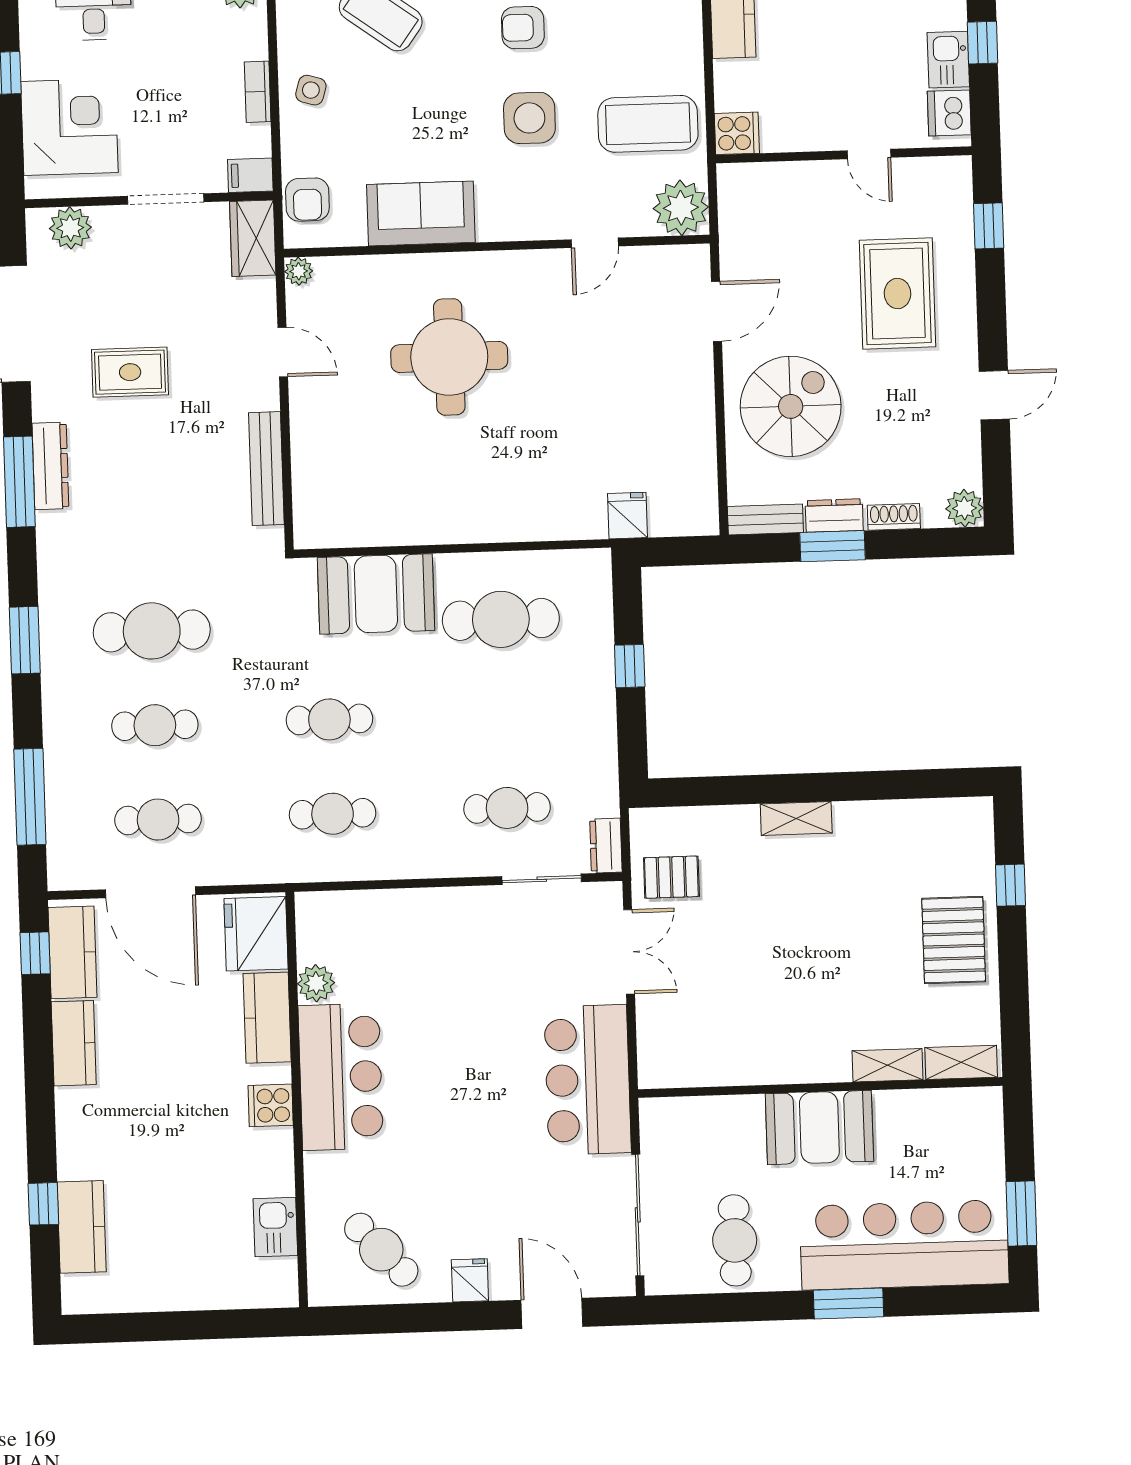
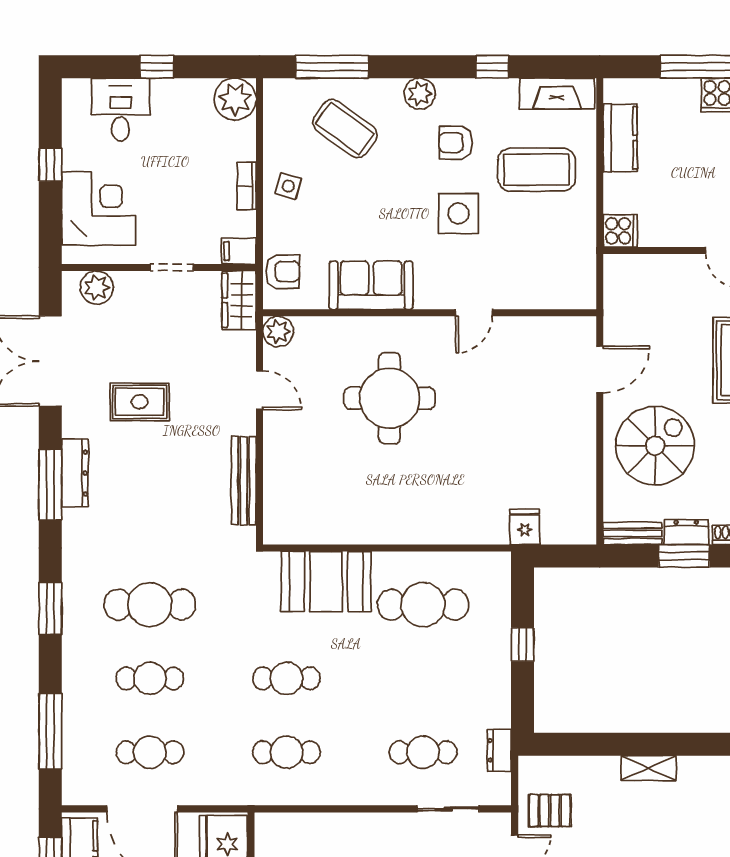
coffee table: (648, 124) -> (537, 170), moved
doorway: (166, 199) -> (172, 267), width x0.73
armchair: (307, 200) -> (283, 271), turned -90
plant: (681, 208) -> (574, 288), removed
door: (595, 243) -> (474, 313), moved
plant: (299, 271) -> (278, 331), width x1.38, depth x1.38
dresser: (606, 846) -> (499, 750), moved

